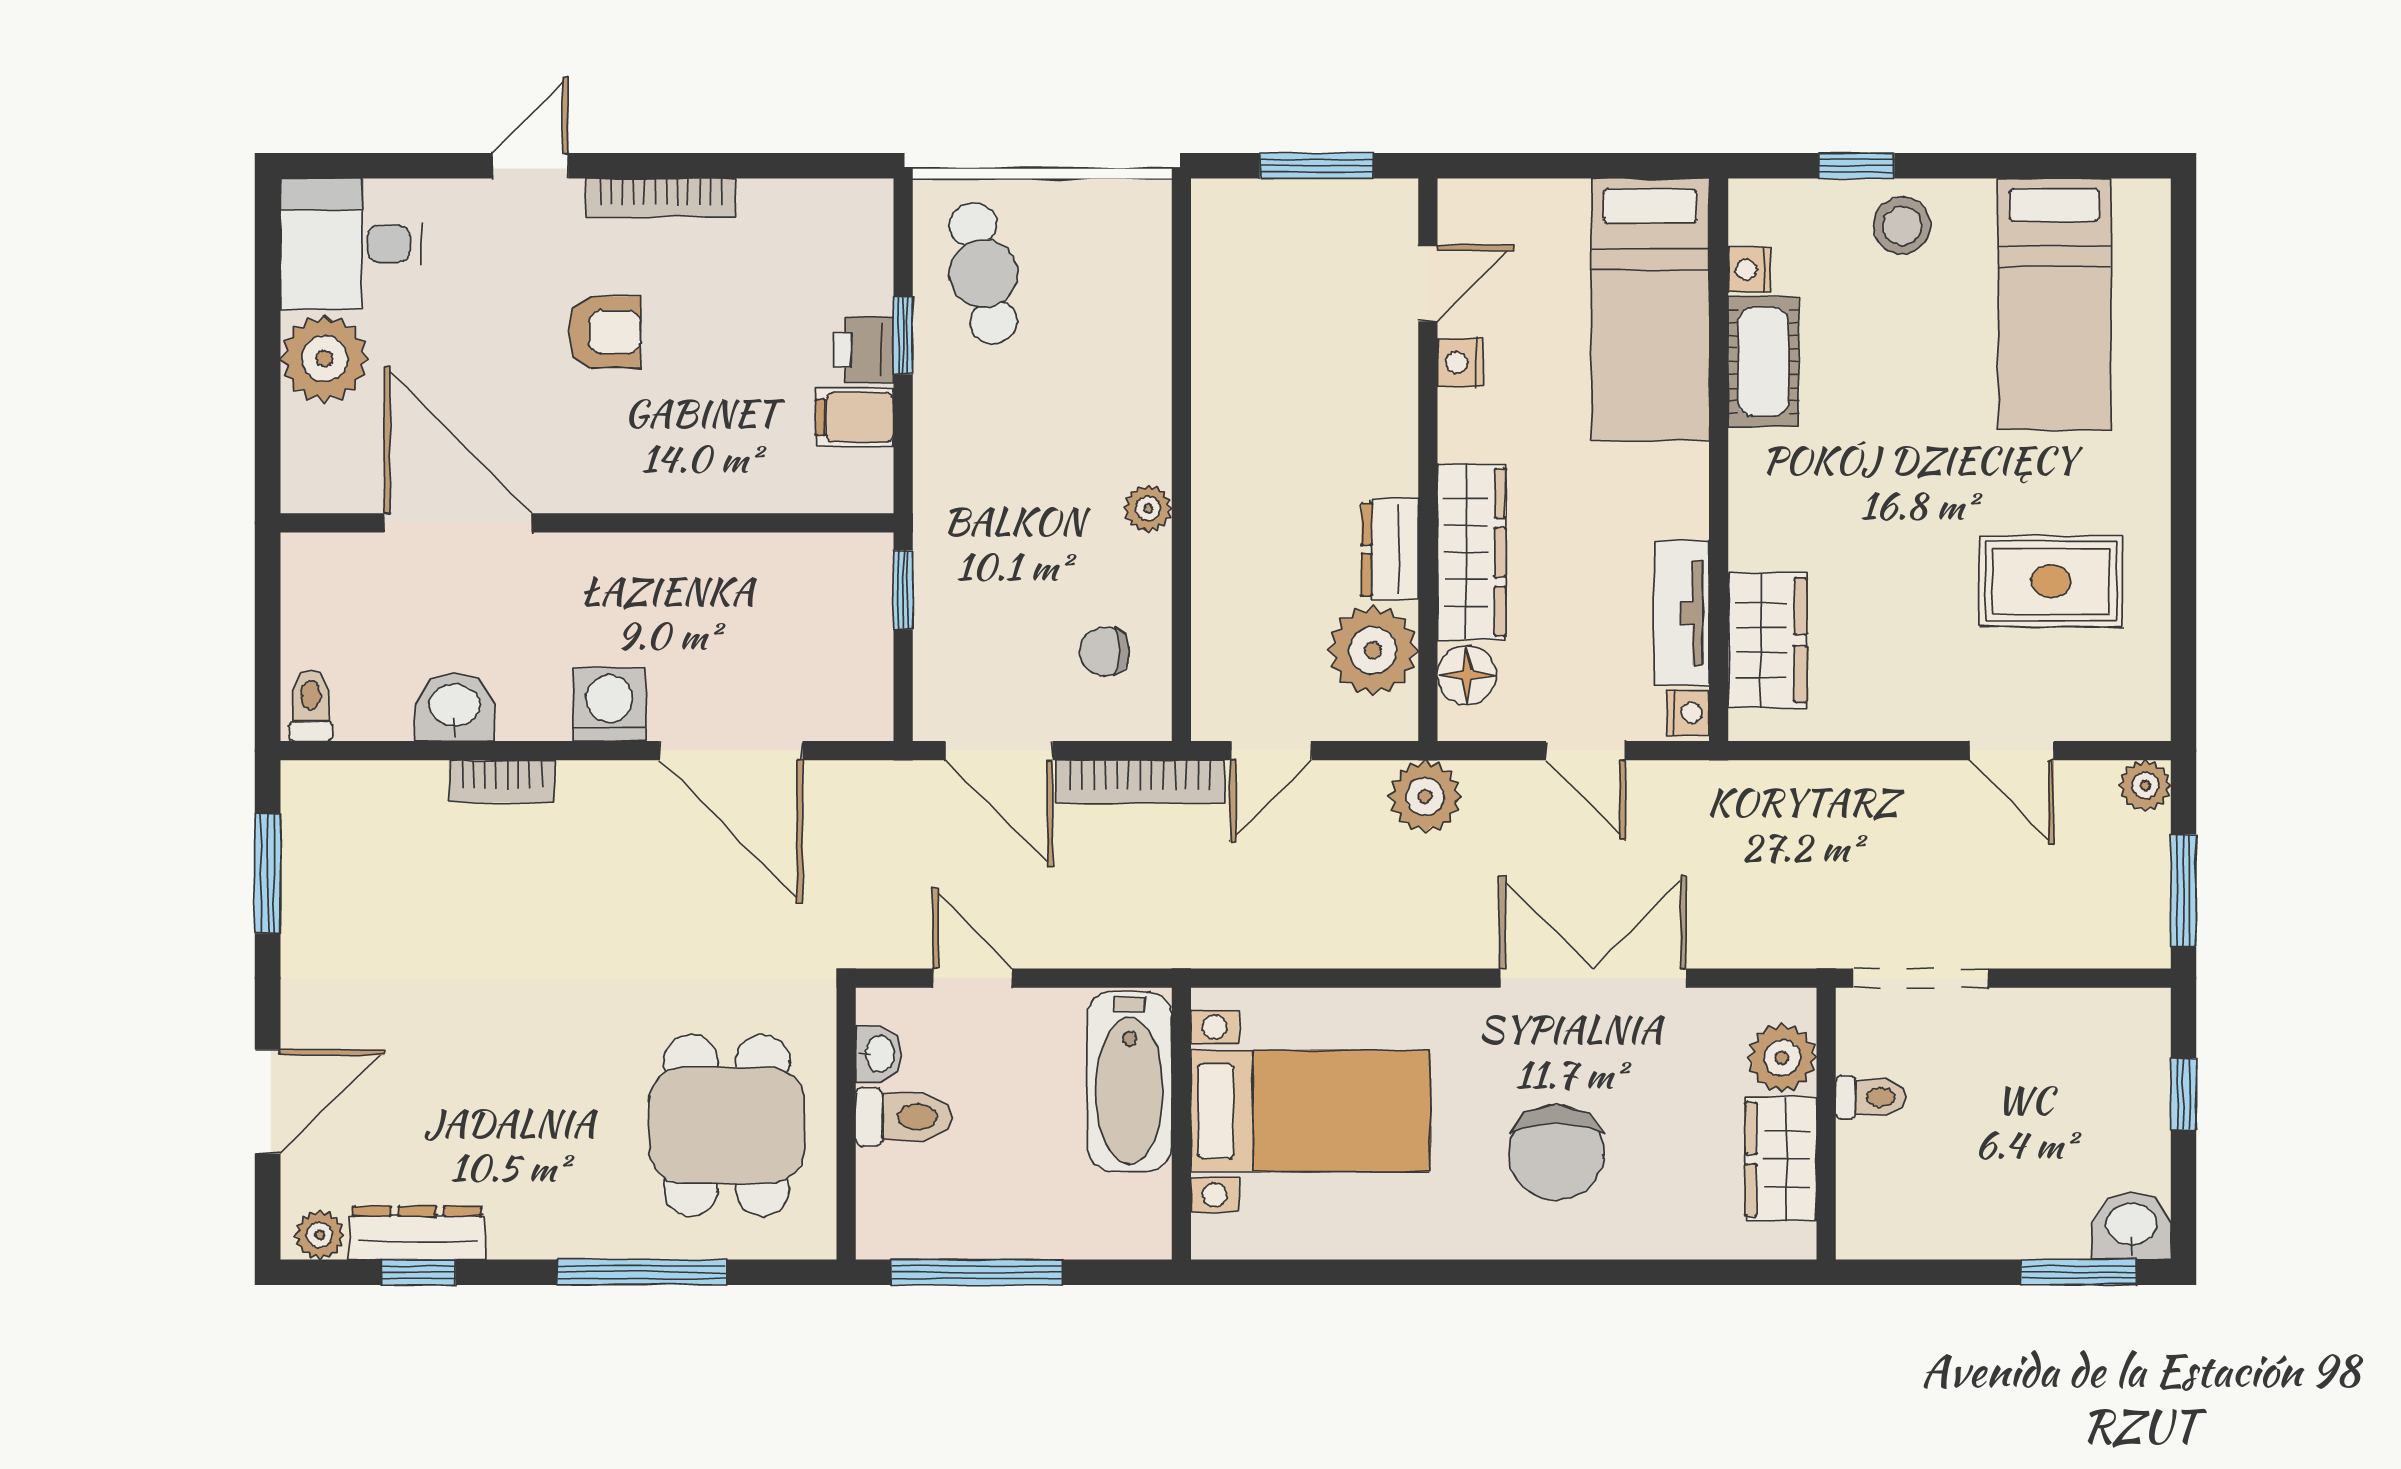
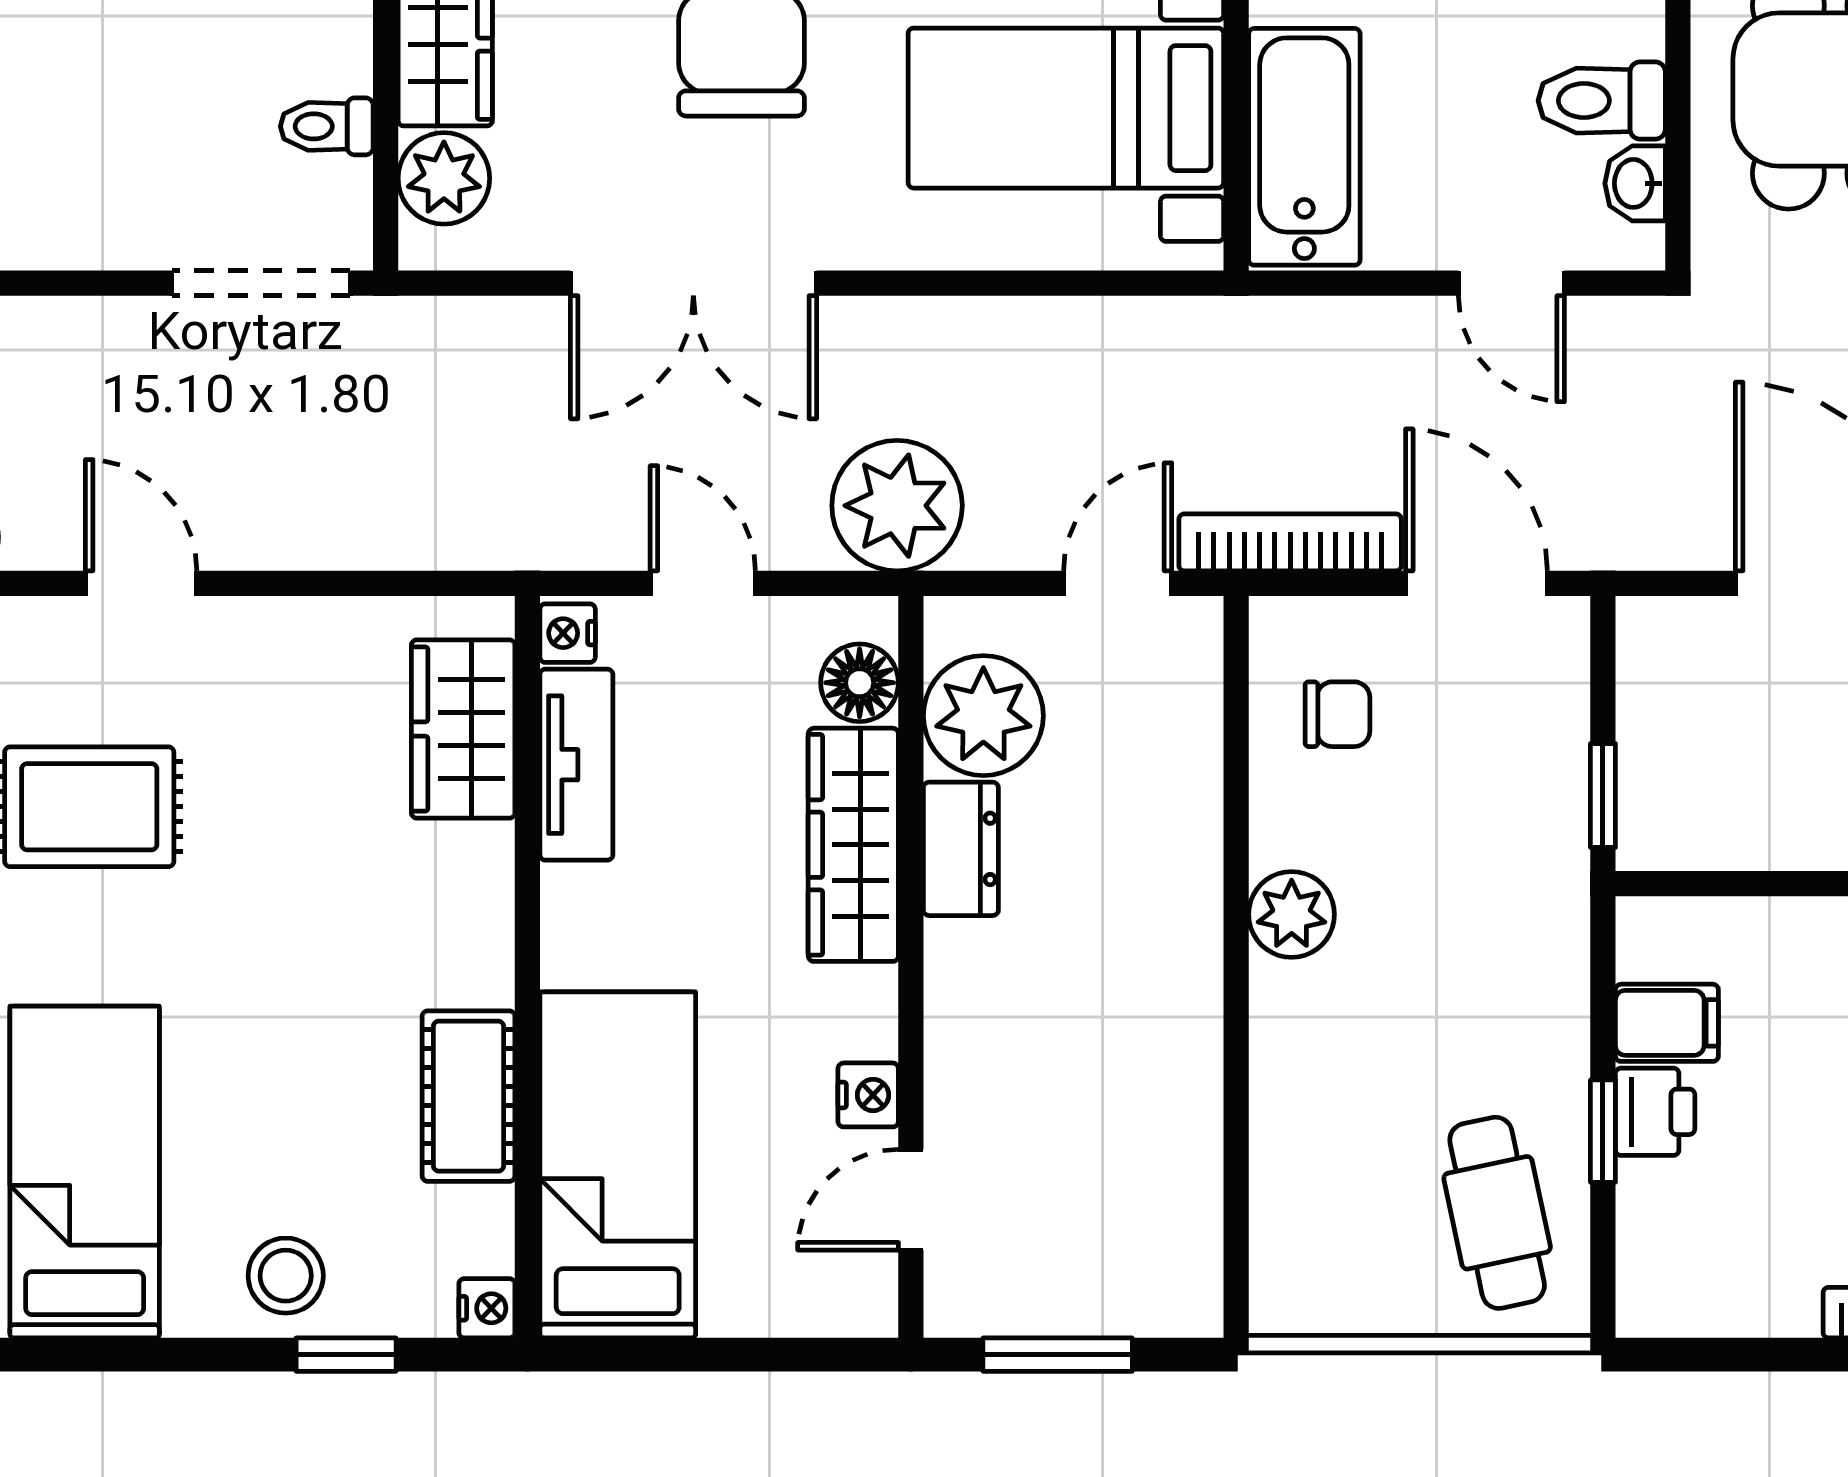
nightstand: (1749, 270) -> (487, 1308), moved
plant: (1148, 508) -> (1292, 914), width x1.38, depth x1.38
plant: (1425, 796) -> (897, 506), width x1.36, depth x1.36

